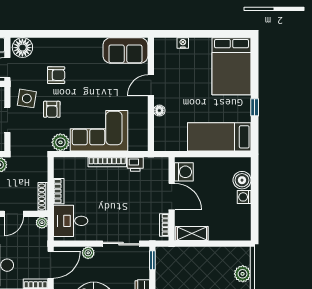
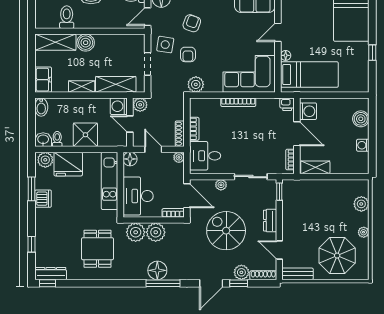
armchair: (56, 75) -> (192, 23), turned -70
corner sofa: (99, 131) -> (249, 74), moved
bed: (219, 137) -> (309, 75), moved, turned 180
printer: (135, 164) -> (287, 104), moved
washing machine: (244, 197) -> (363, 145), moved
door: (14, 214) -> (153, 149), swing flipped
door: (51, 265) -> (187, 196), hinge flipped

